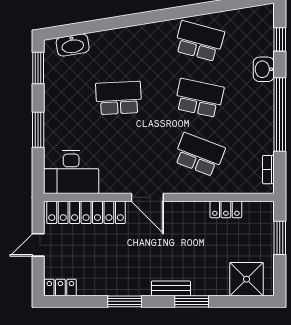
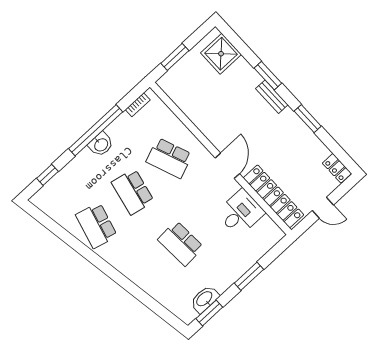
washbasin: (73, 45) -> (205, 299), moved, turned -81
washbasin: (264, 69) -> (101, 144), moved
school desk: (199, 155) -> (169, 158), turned -42
desk: (71, 172) -> (241, 213), moved, width x0.73
locker: (226, 209) -> (189, 108), removed

